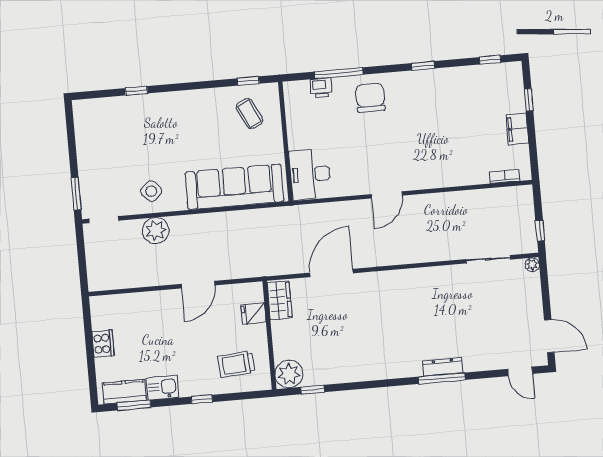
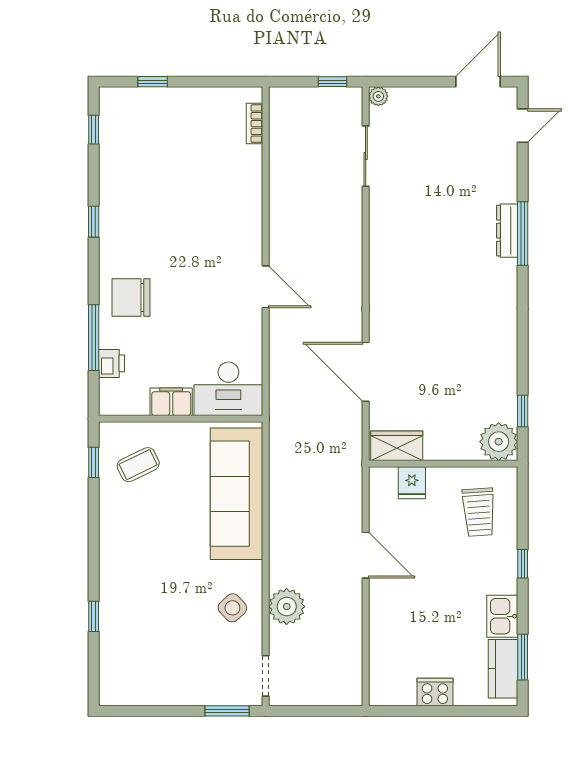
filing cabinet: (517, 129) -> (171, 402), moved, turned 180

